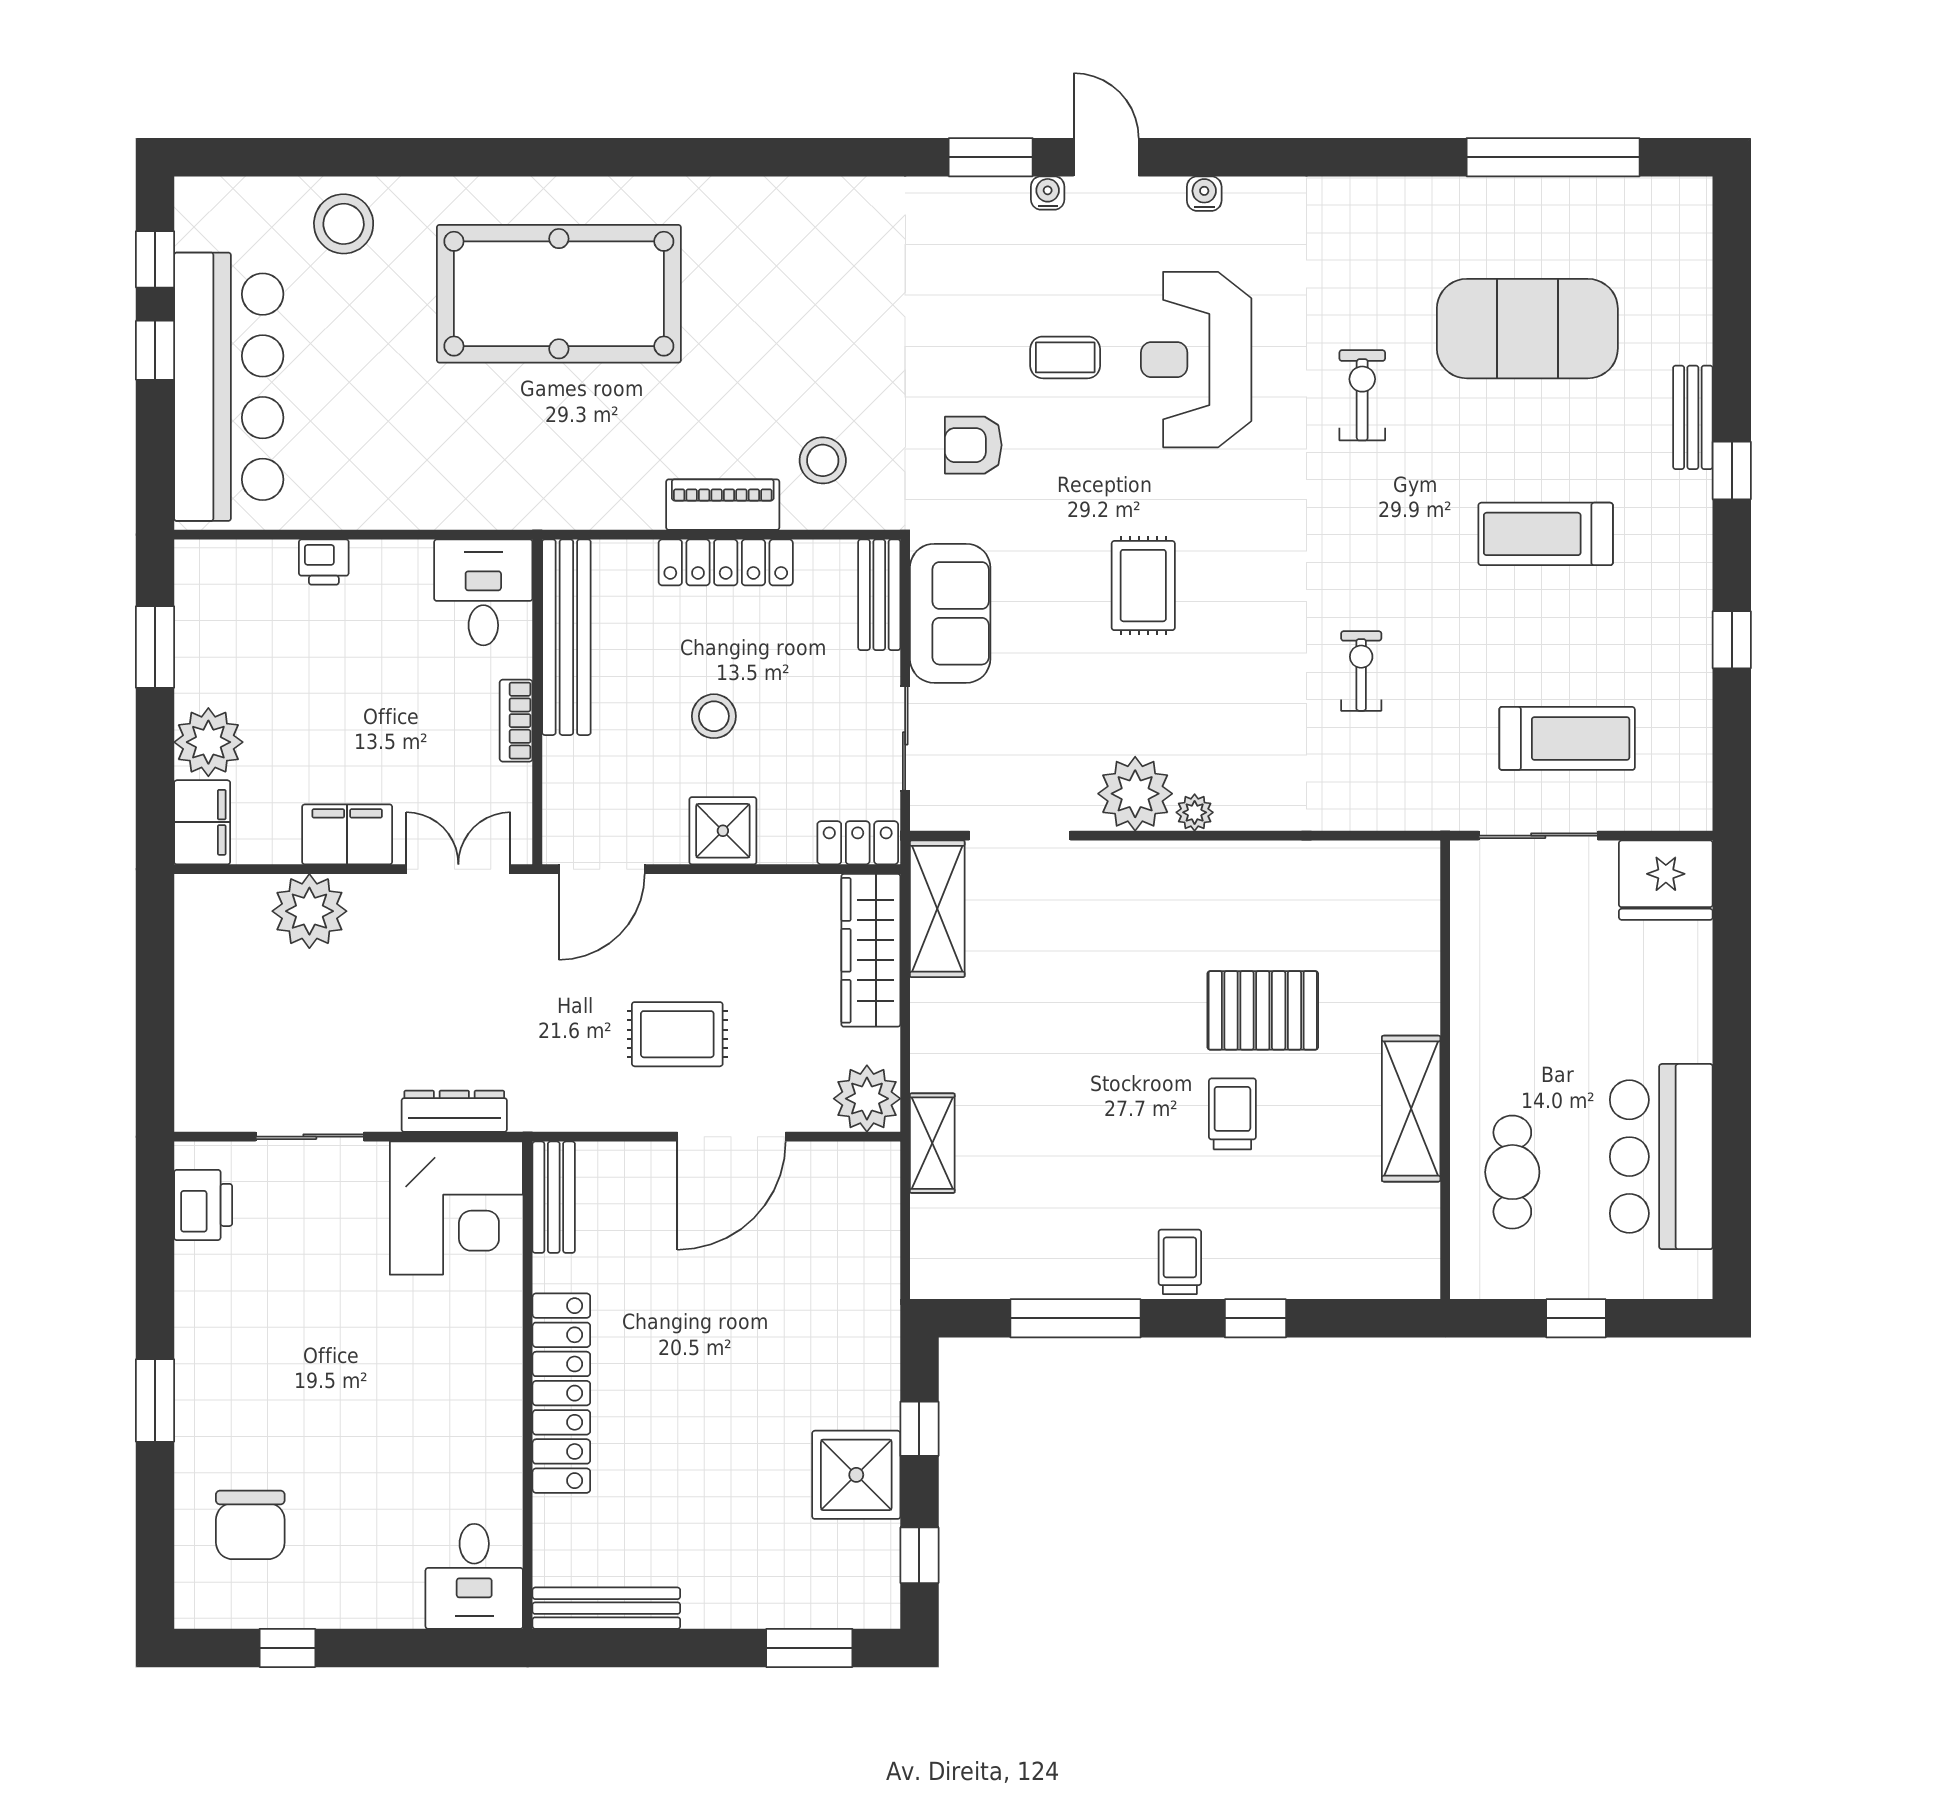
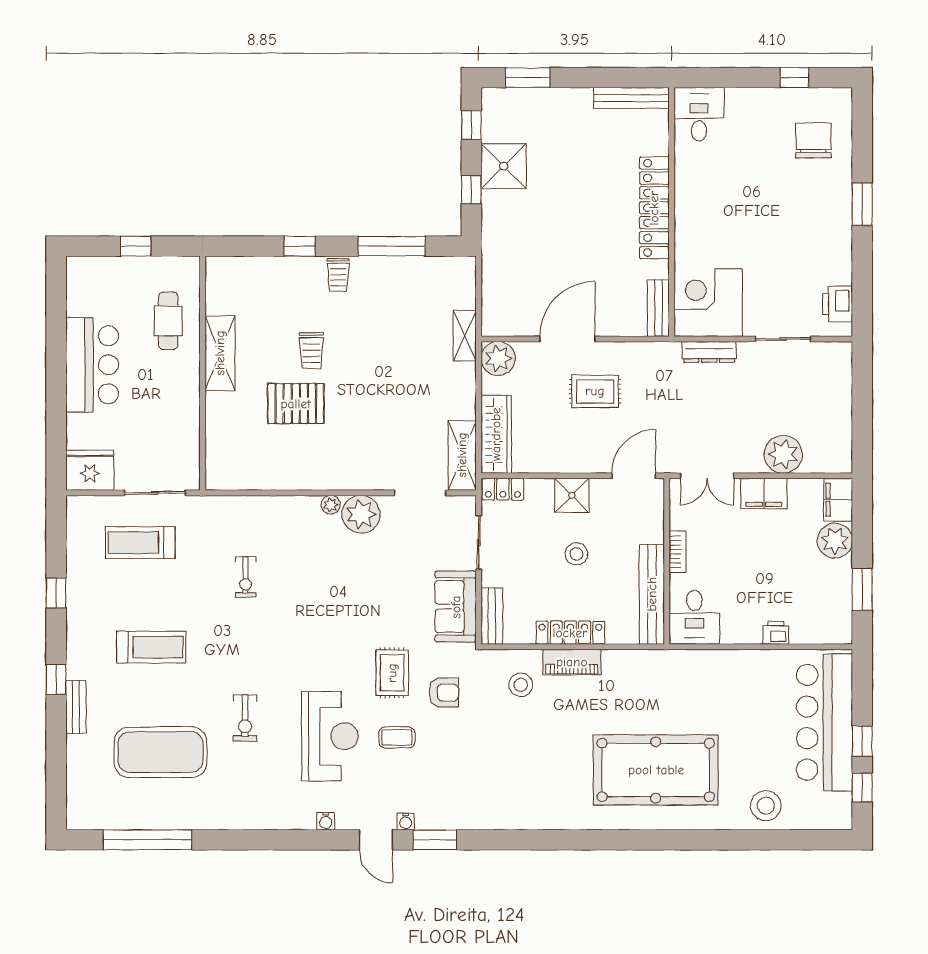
rug: (1143, 586) -> (392, 673), moved
bar counter: (1661, 1157) -> (92, 365), moved

